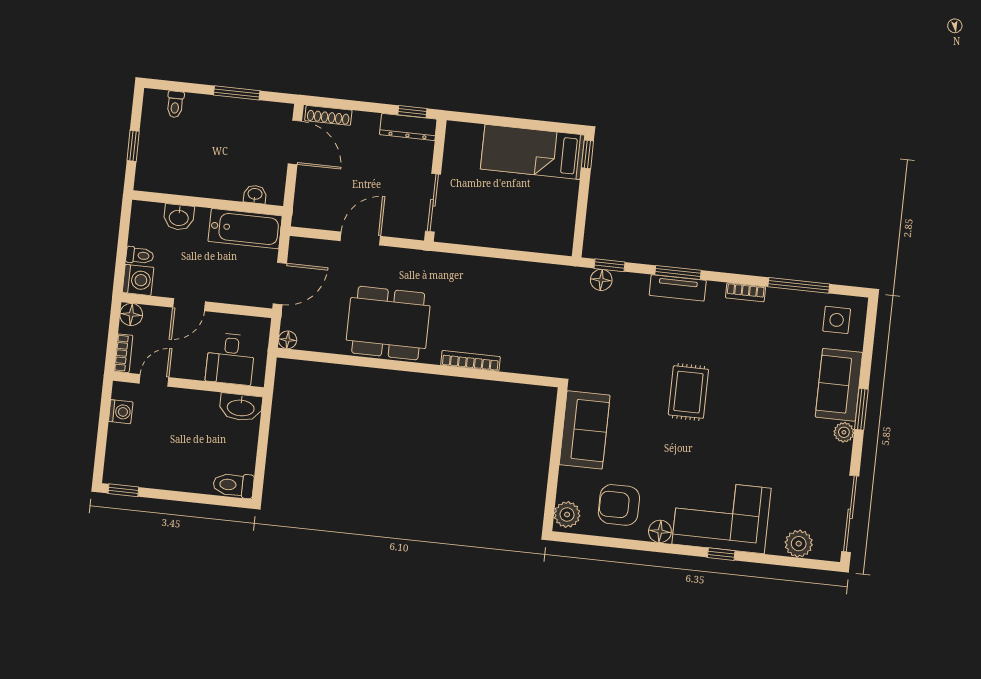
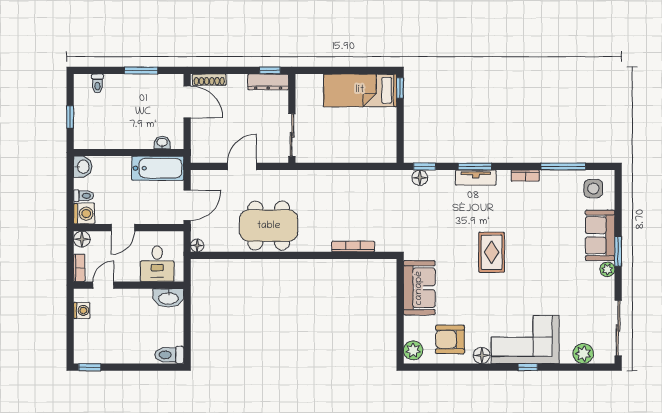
washbasin: (179, 217) -> (83, 167), moved, turned -90
bookcase: (470, 361) -> (353, 247), moved

